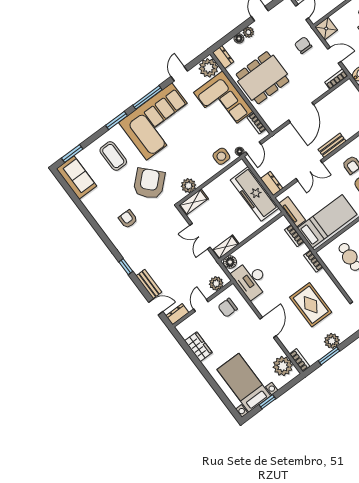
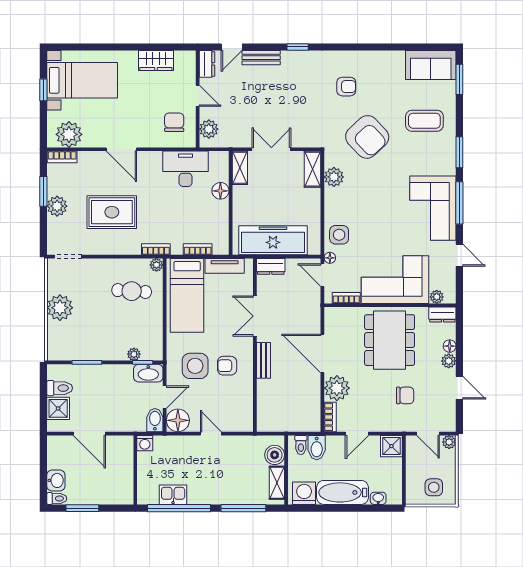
chair: (303, 45) -> (405, 395), moved
plant: (209, 68) -> (437, 297), width x0.53, depth x0.53
plant: (316, 88) -> (337, 388), added
corner sofa: (159, 121) -> (433, 208), width x0.73, depth x0.74
plant: (323, 254) -> (156, 265), added
floor lamp: (230, 262) -> (220, 191), moved

